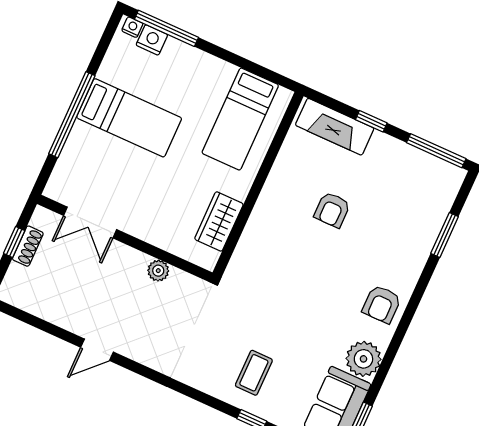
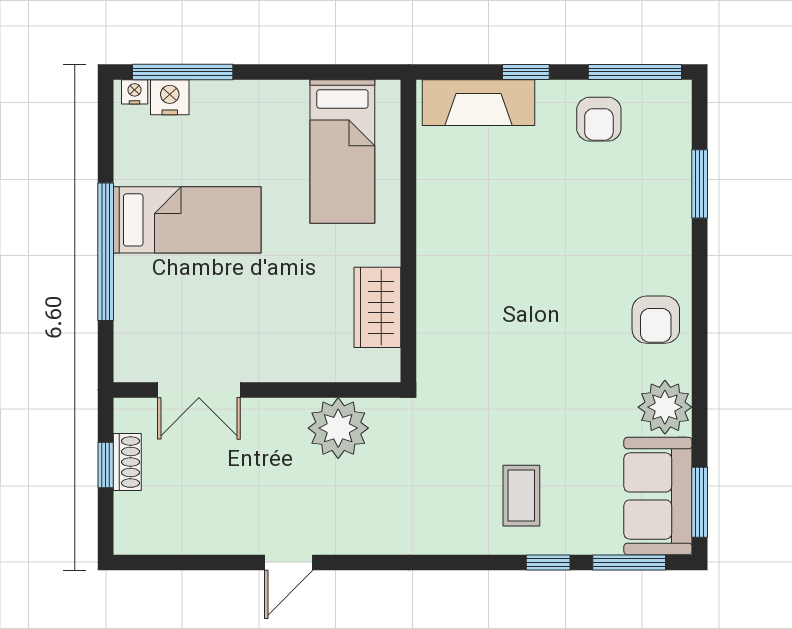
armchair: (332, 210) -> (599, 119), moved
plant: (158, 271) -> (338, 428), width x1.87, depth x1.87

